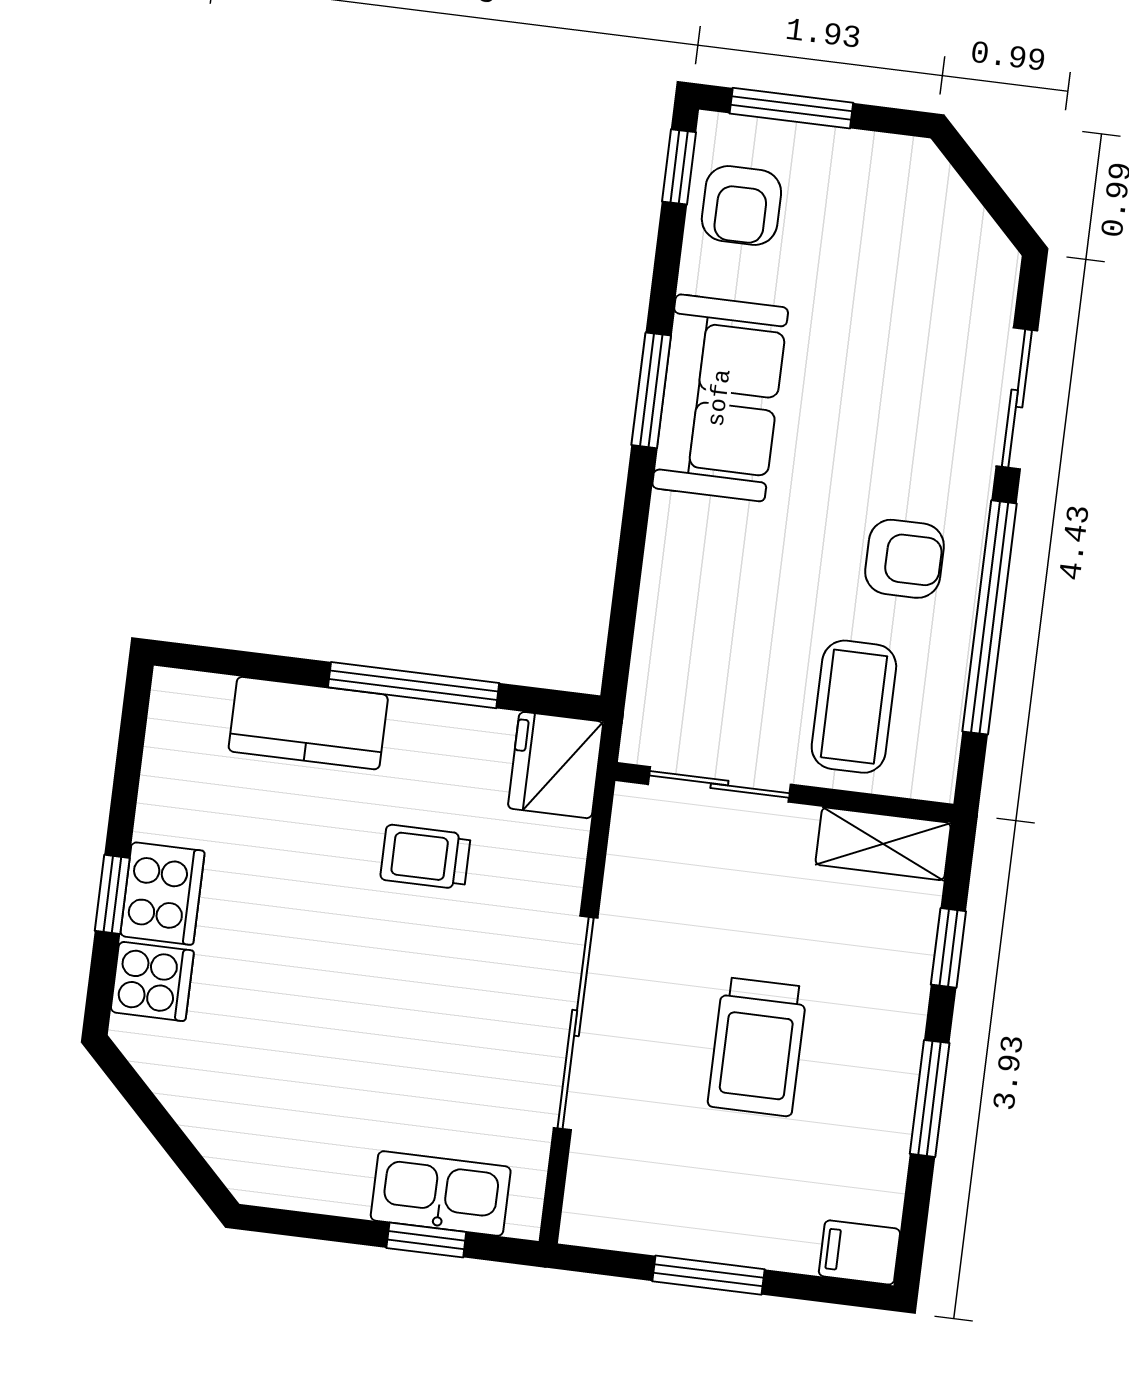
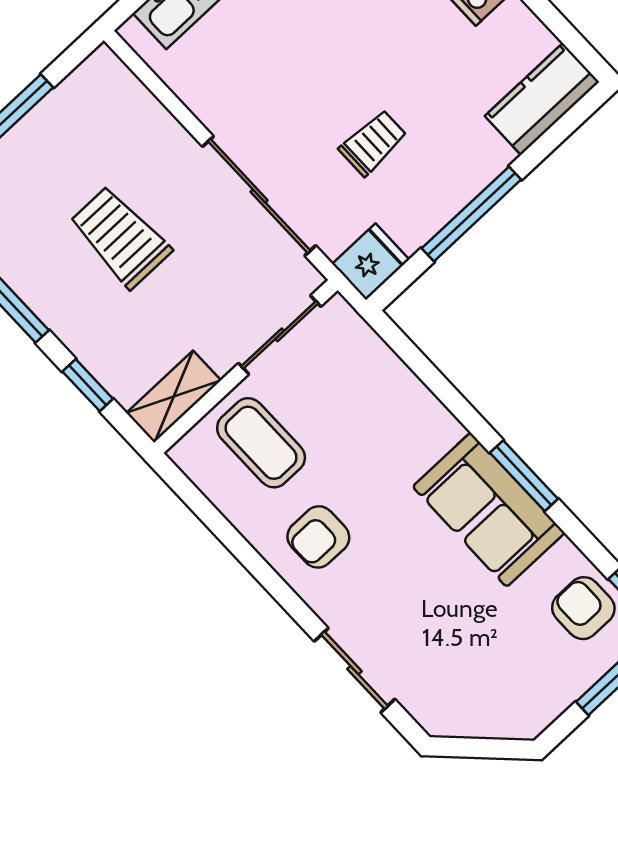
window: (990, 617) -> (248, 557), removed
kitchen counter: (308, 723) -> (542, 99), moved
fridge: (556, 765) -> (371, 262), width x0.72
sliding door: (576, 1023) -> (259, 196), moved

